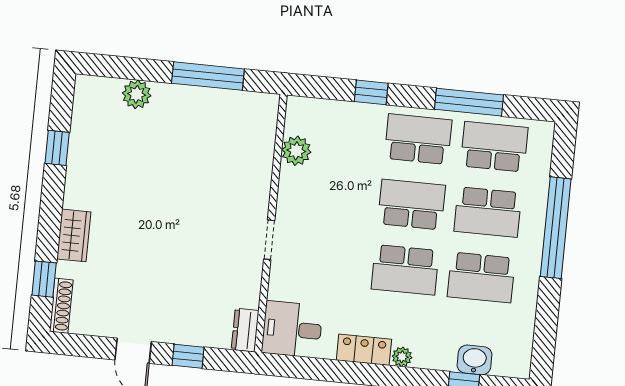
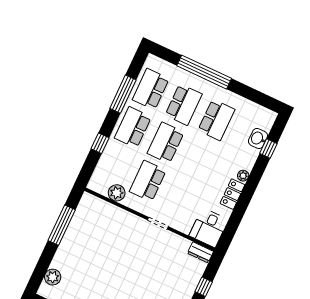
plant: (137, 94) -> (53, 277), moved
school desk: (405, 270) -> (148, 181), moved, turned 180

